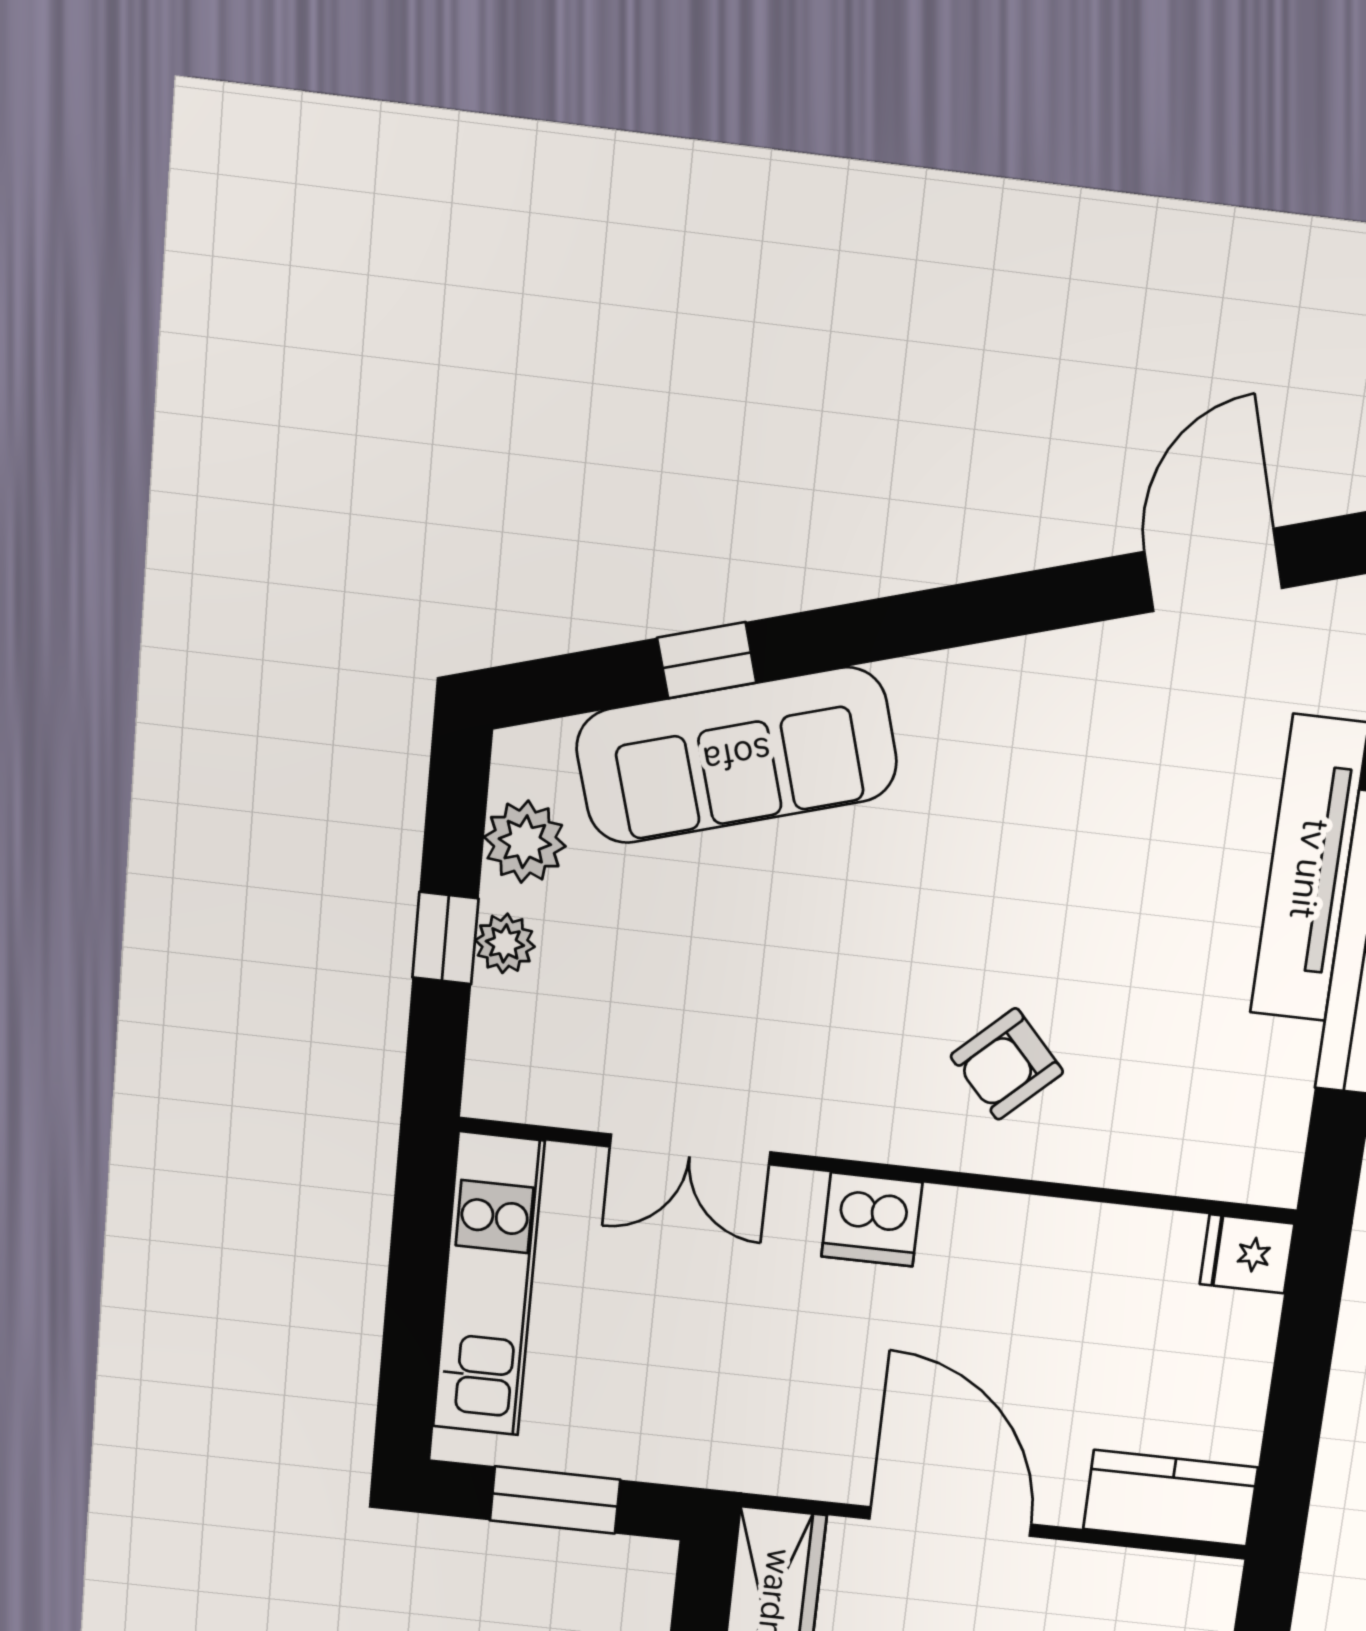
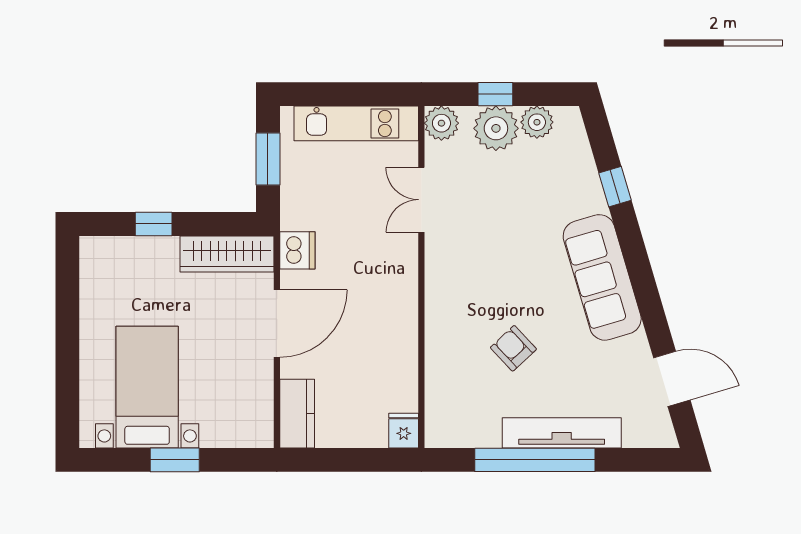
sofa: (737, 755) -> (602, 277), moved
plant: (505, 943) -> (496, 128), width x1.87, depth x1.87
armchair: (1007, 1064) -> (513, 348), moved
plant: (506, 1079) -> (441, 123), added
dishwasher: (872, 1219) -> (297, 250), moved, turned 180

